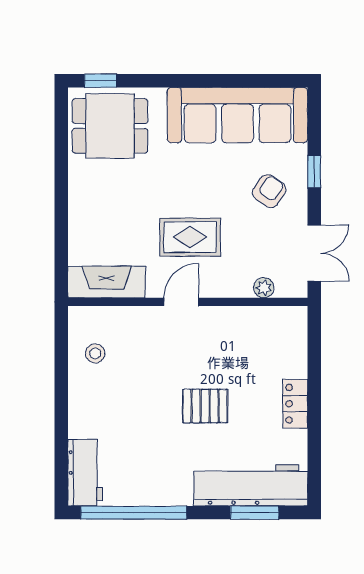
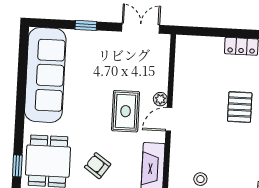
armchair: (269, 191) -> (98, 166), moved
plant: (264, 288) -> (160, 99), moved
door: (181, 302) -> (169, 119), hinge flipped

